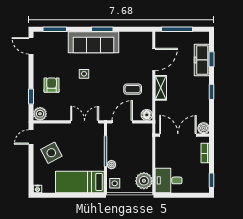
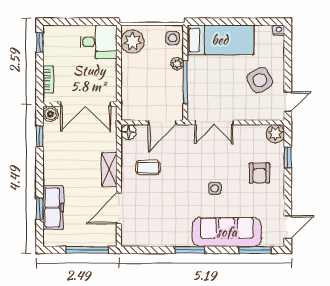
sofa: (93, 42) -> (227, 232), moved
door: (31, 46) -> (288, 227), hinge flipped
window: (211, 92) -> (40, 136), moved

